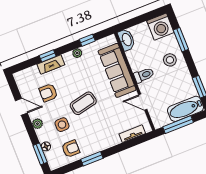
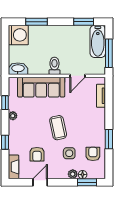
stool: (170, 60) -> (50, 38), removed
fireplace: (51, 64) -> (14, 167), moved
plant: (37, 124) -> (73, 174), moved

